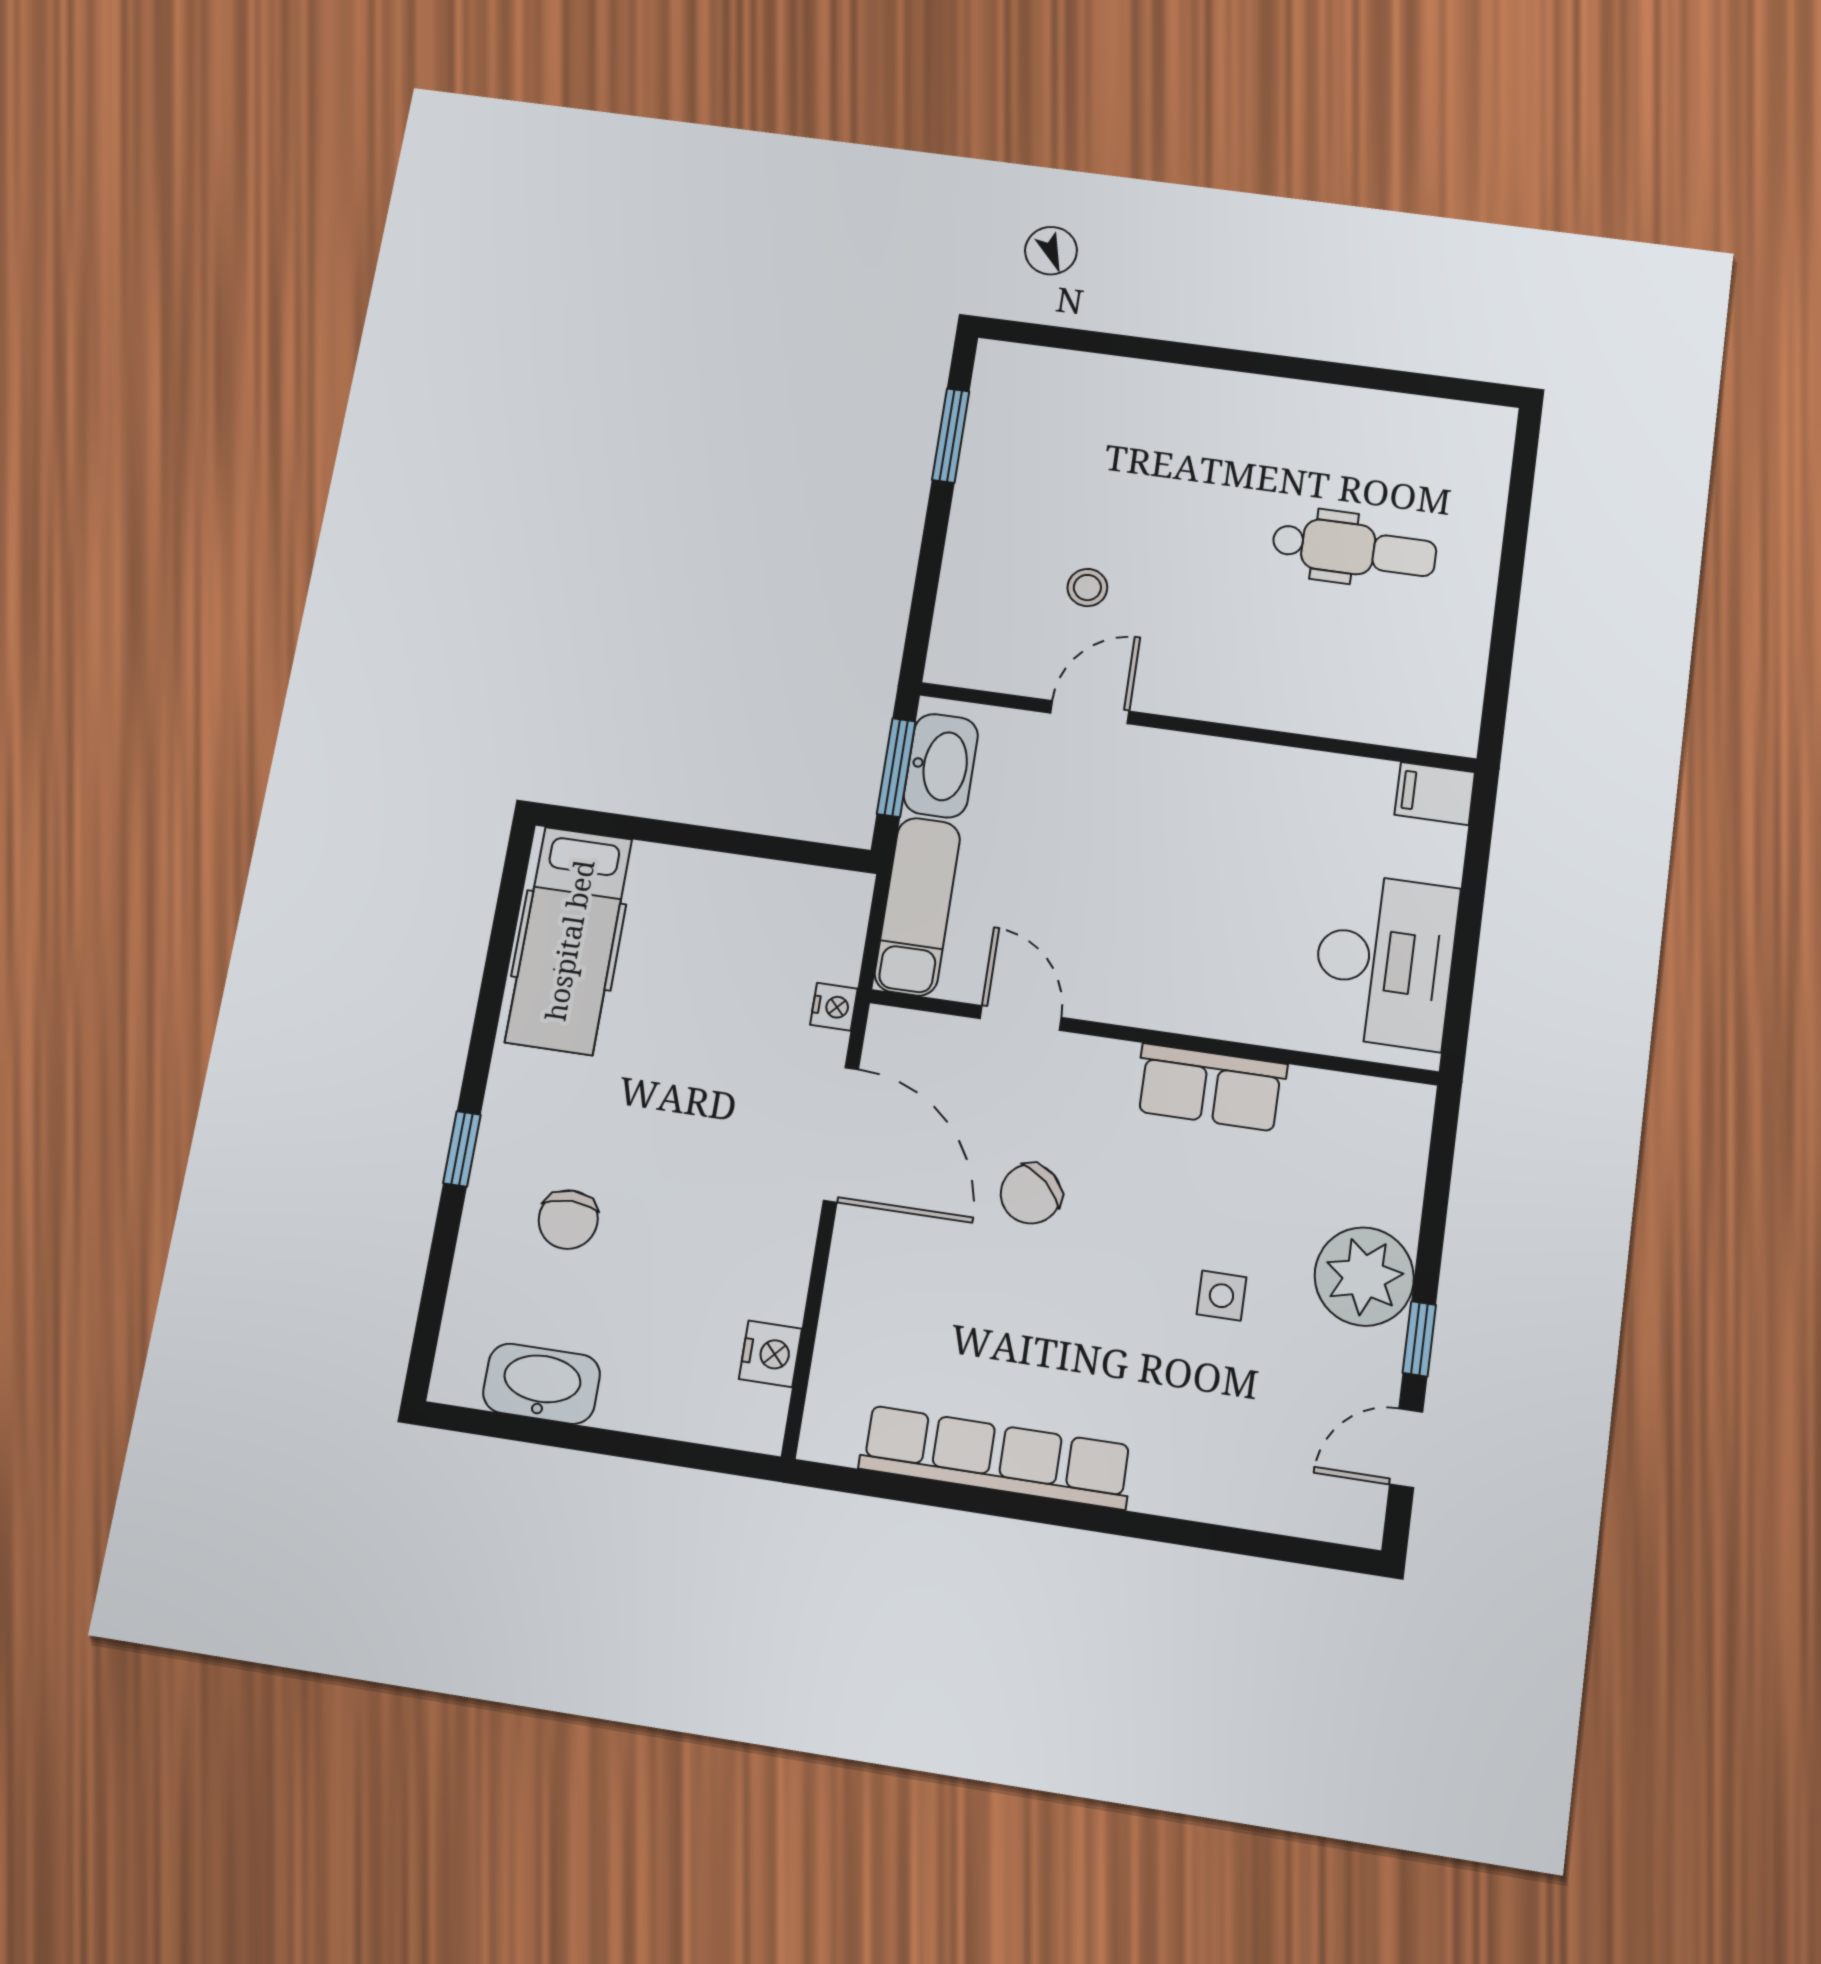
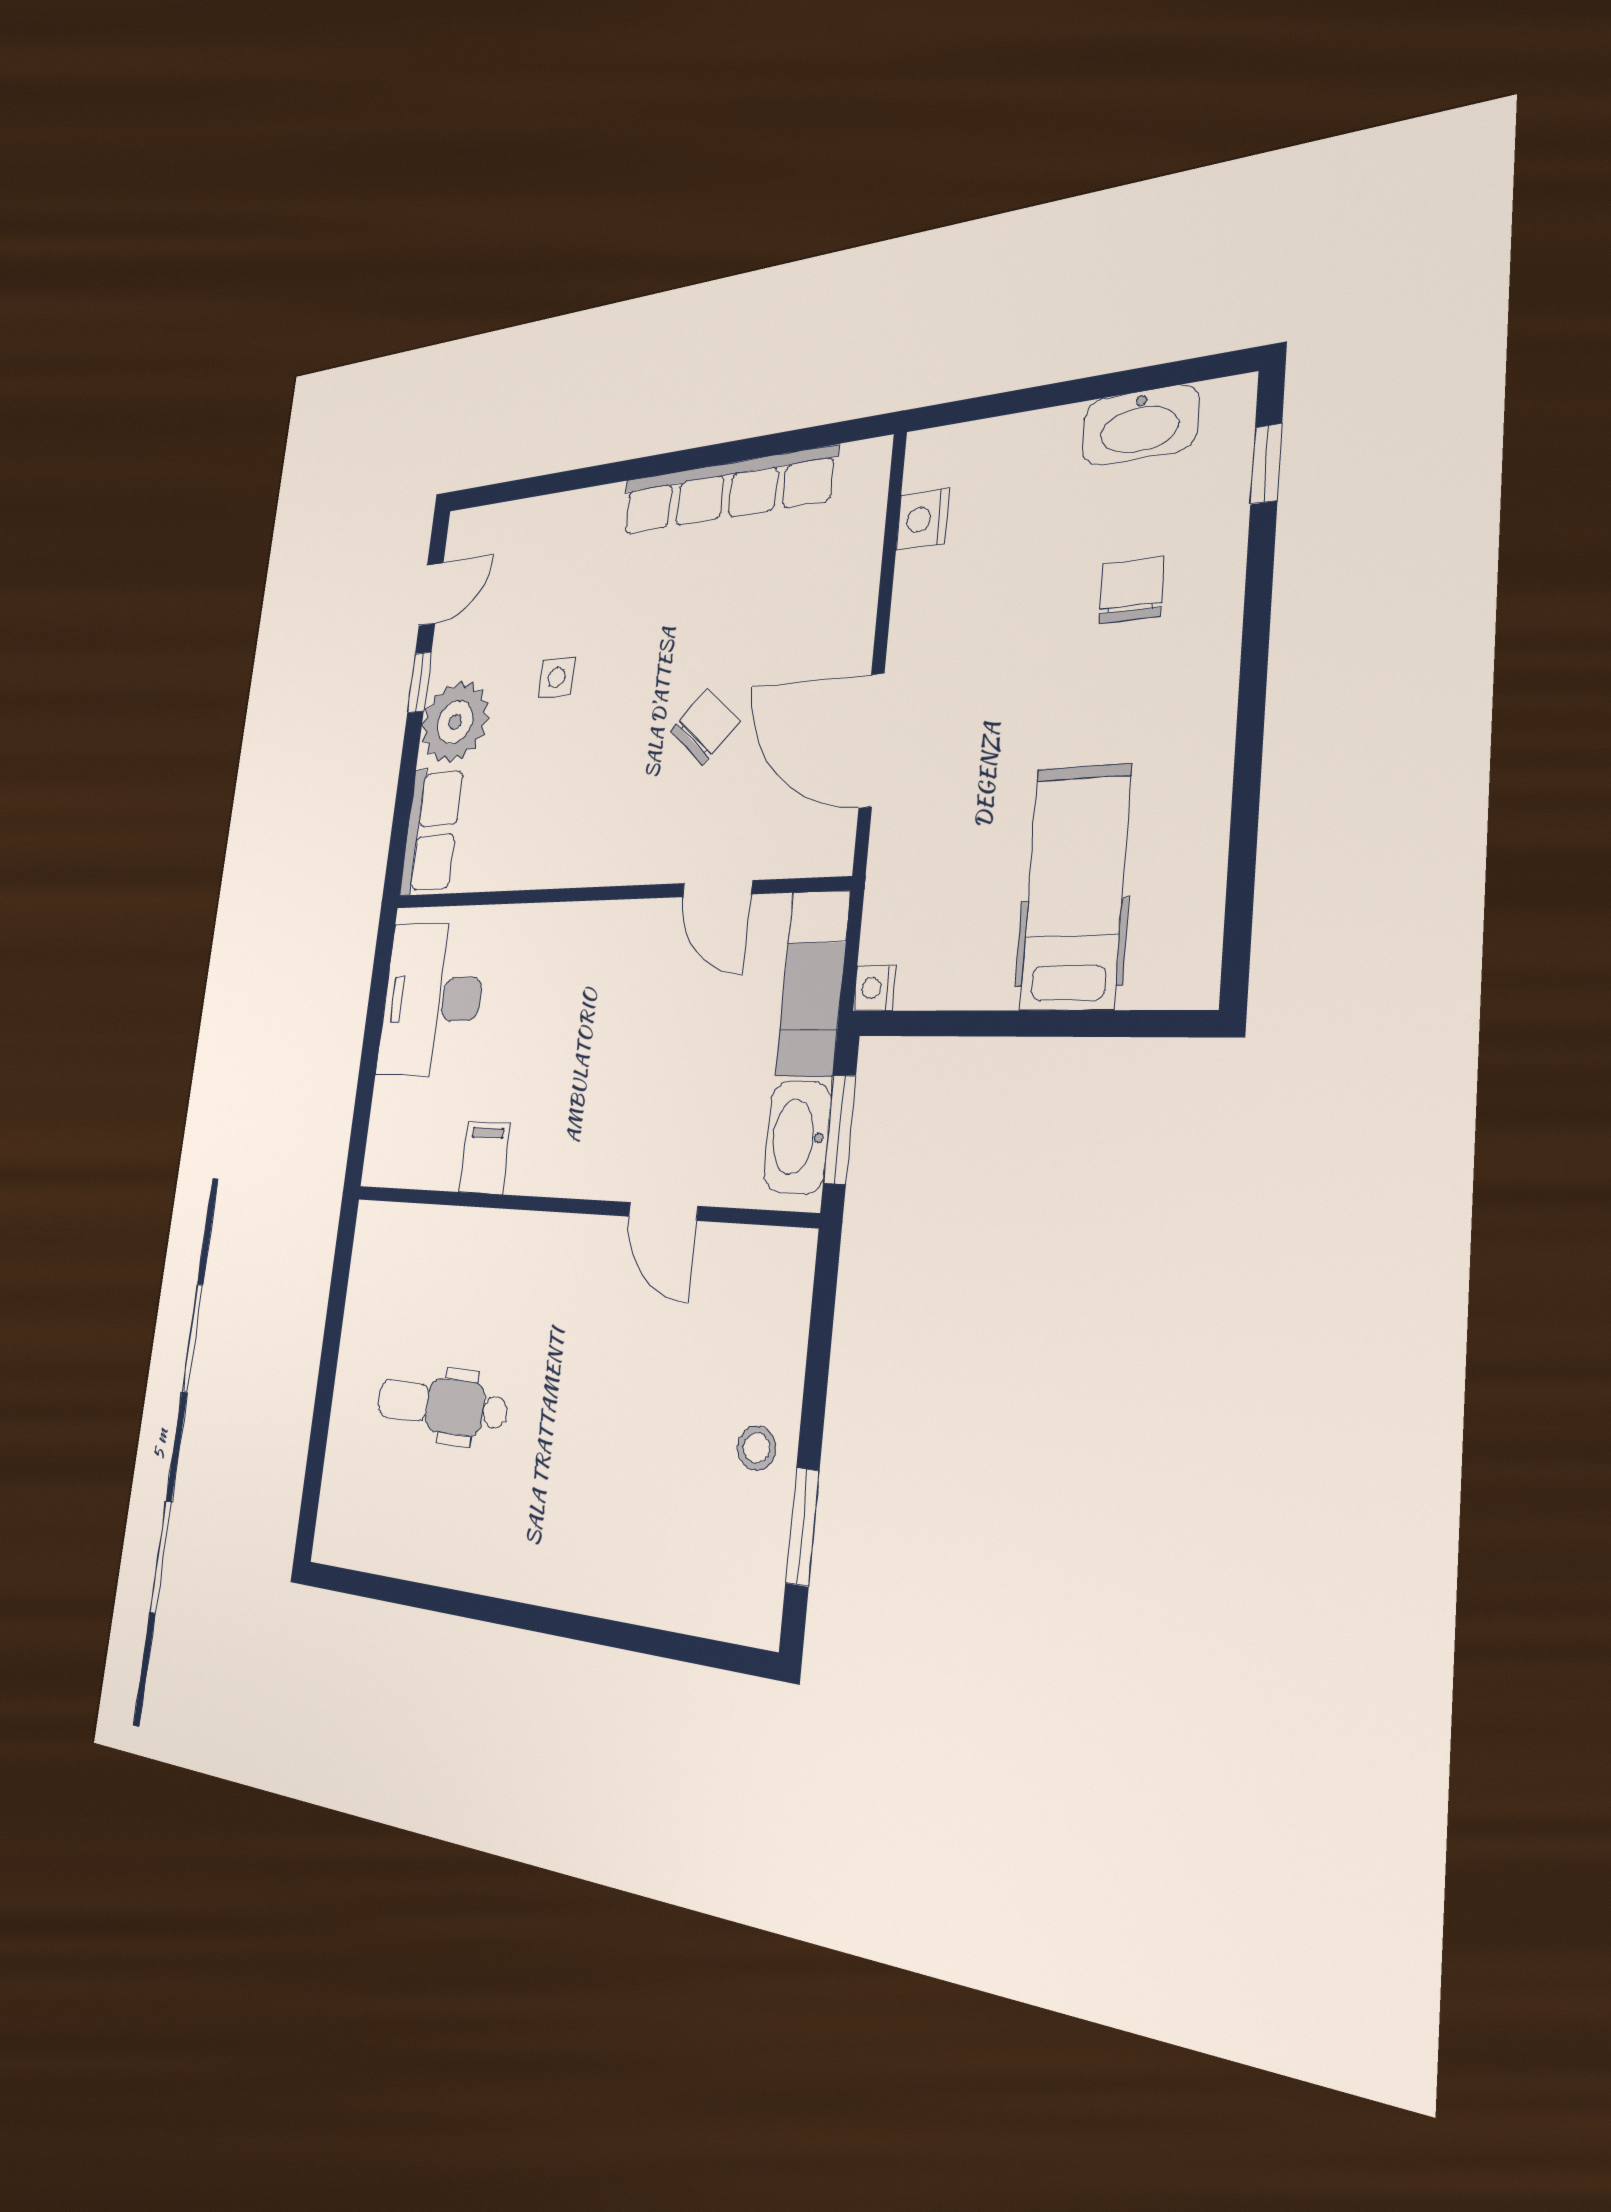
stool: (1087, 588) -> (757, 1448), moved
door: (1090, 712) -> (663, 1211), hinge flipped
filing cabinet: (1435, 794) -> (485, 1158), moved, turned -90
hospital bed: (569, 940) -> (1075, 887), moved
nightstand: (834, 1007) -> (874, 988), moved
row of seats: (1211, 1088) -> (431, 831), moved, turned 90
window: (462, 1149) -> (1266, 464), moved

